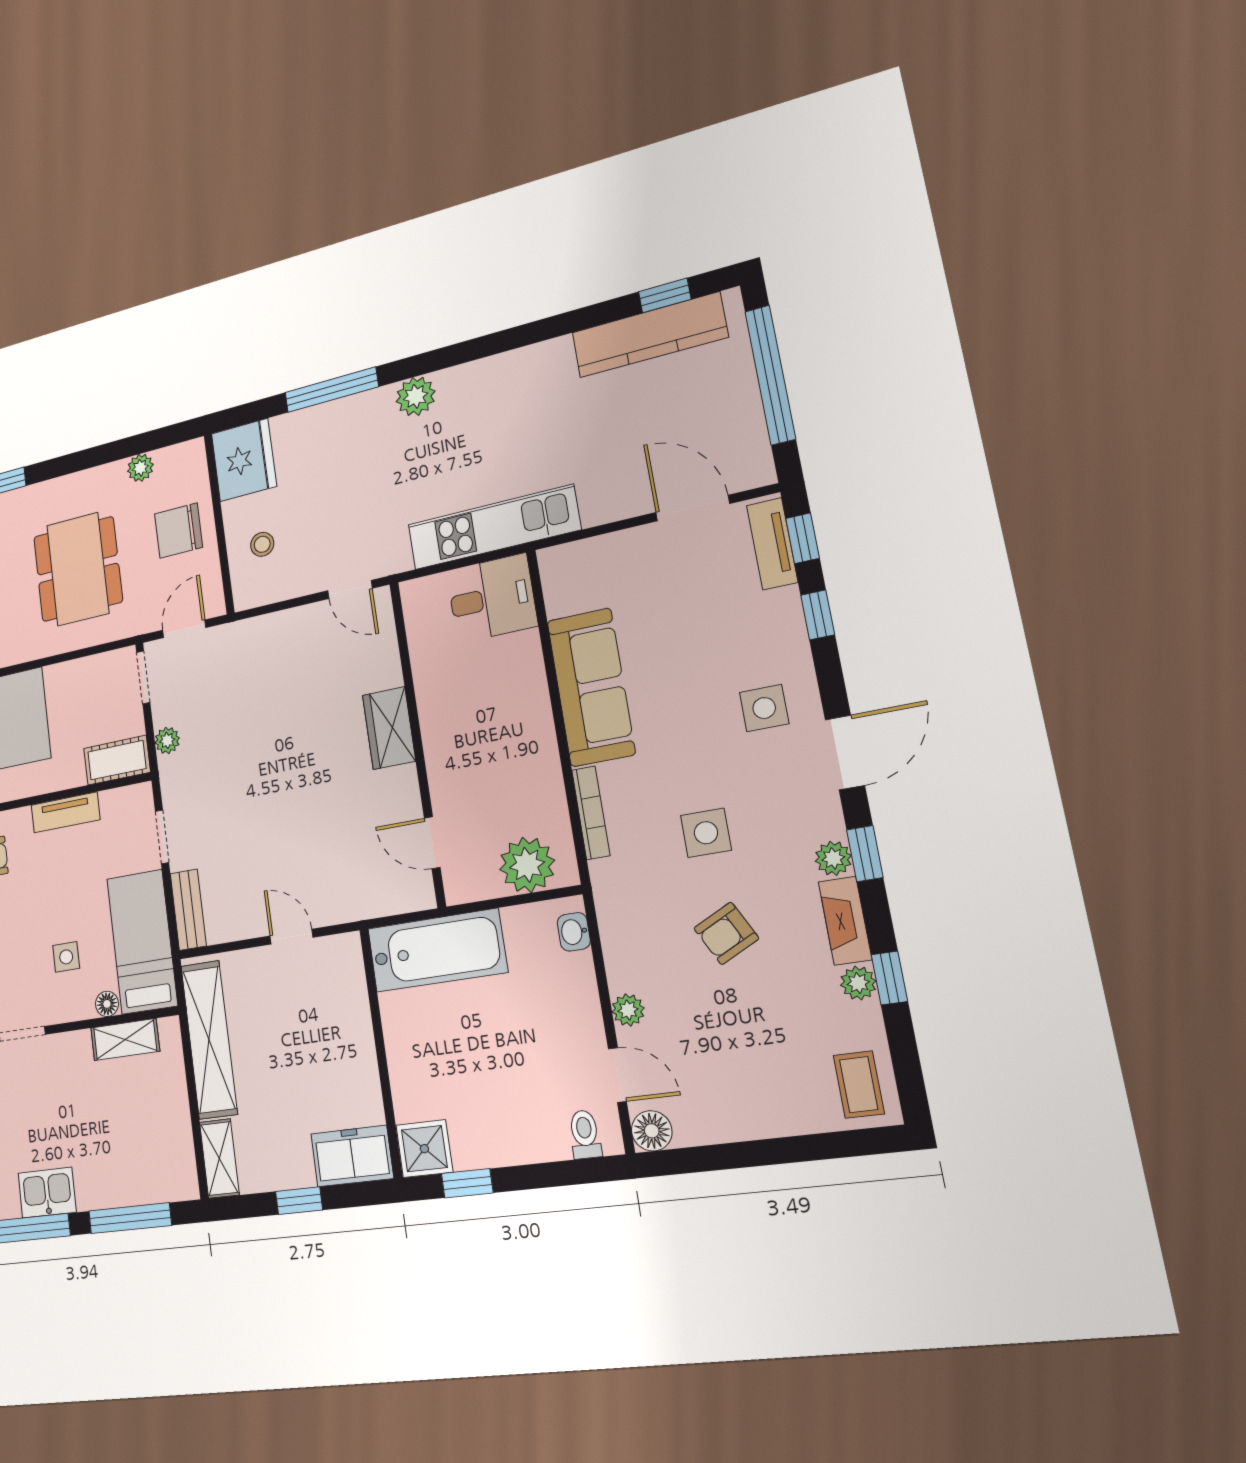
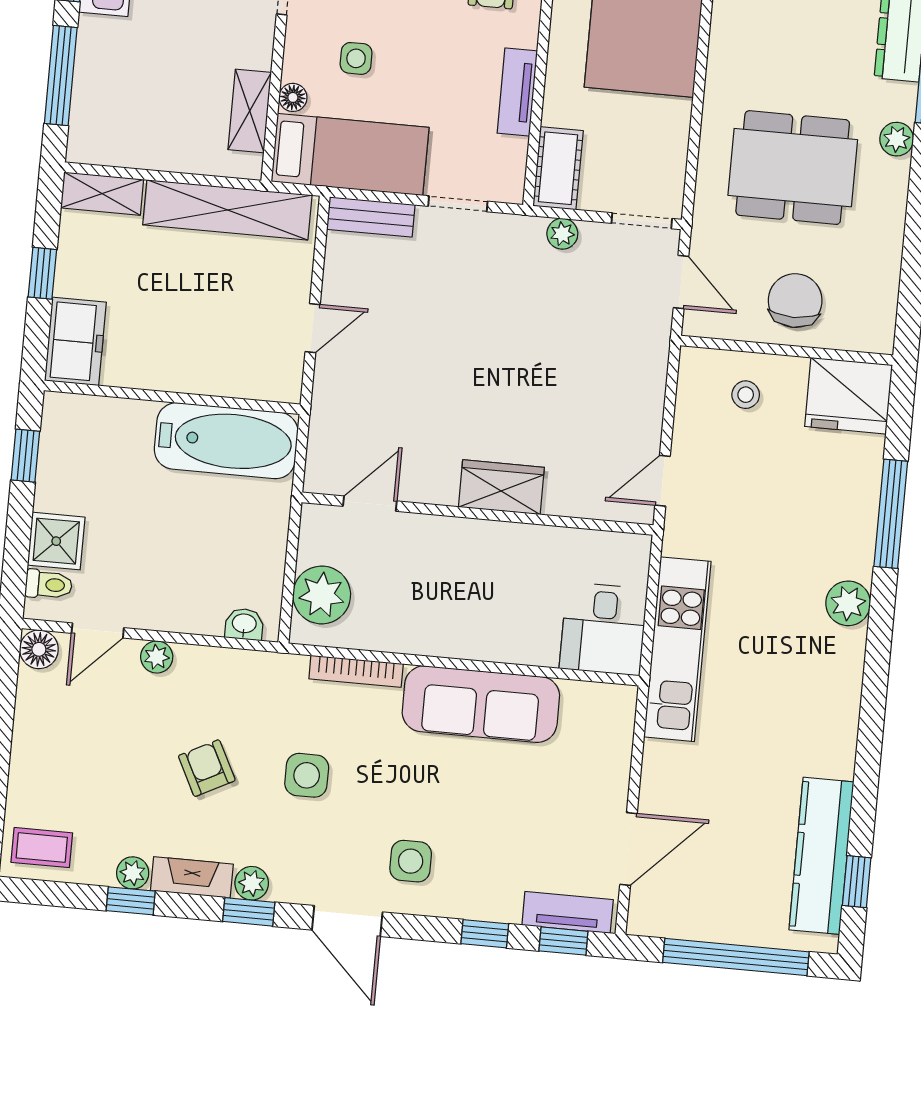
plant: (140, 468) -> (897, 139), moved
bathtub: (437, 950) -> (226, 441), moved, turned -90
shower: (424, 1149) -> (56, 541), moved

